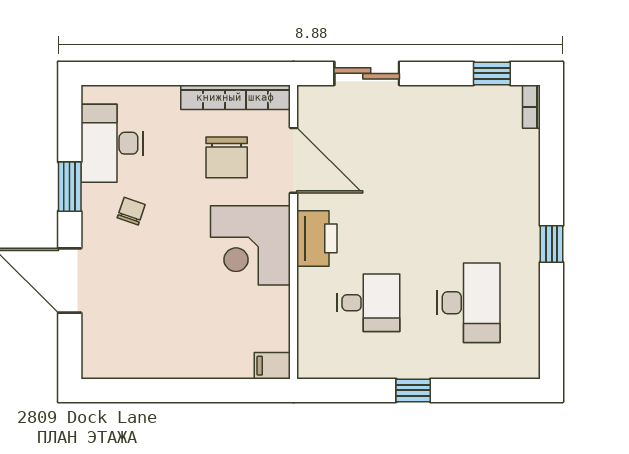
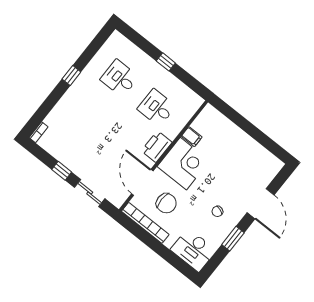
window: (492, 73) -> (62, 171), moved
desk: (112, 143) -> (193, 250), moved, turned 90
chair: (227, 157) -> (166, 203), turned 90
desk: (469, 303) -> (119, 78), width x0.73
filing cabinet: (272, 366) -> (192, 137), moved

